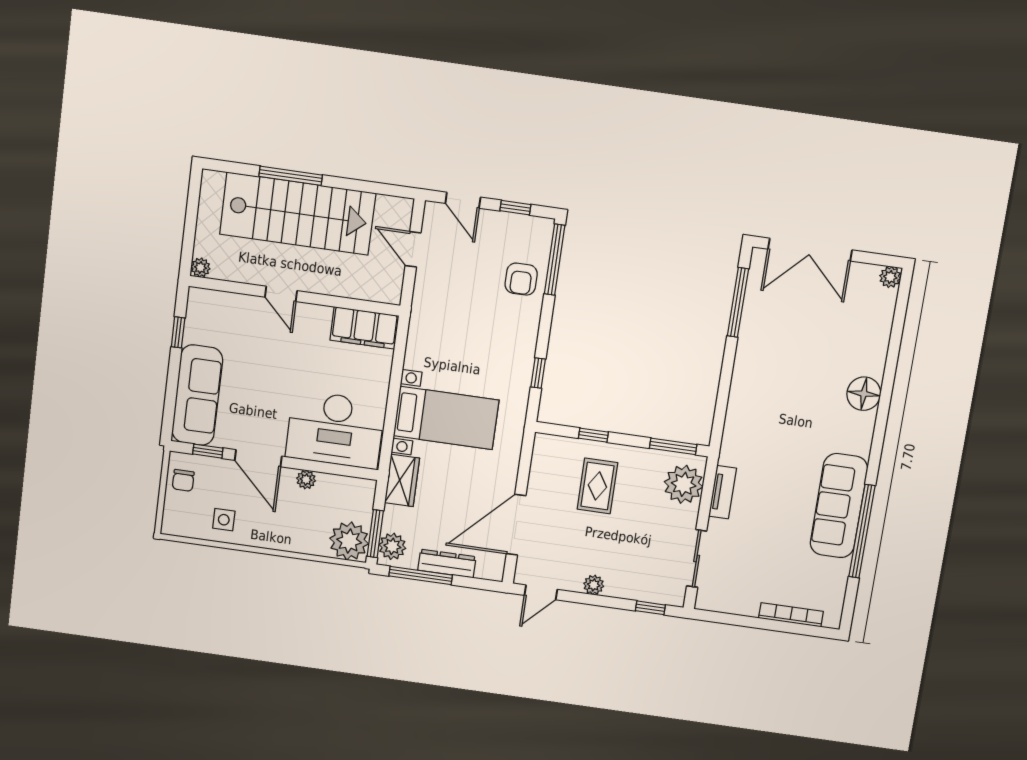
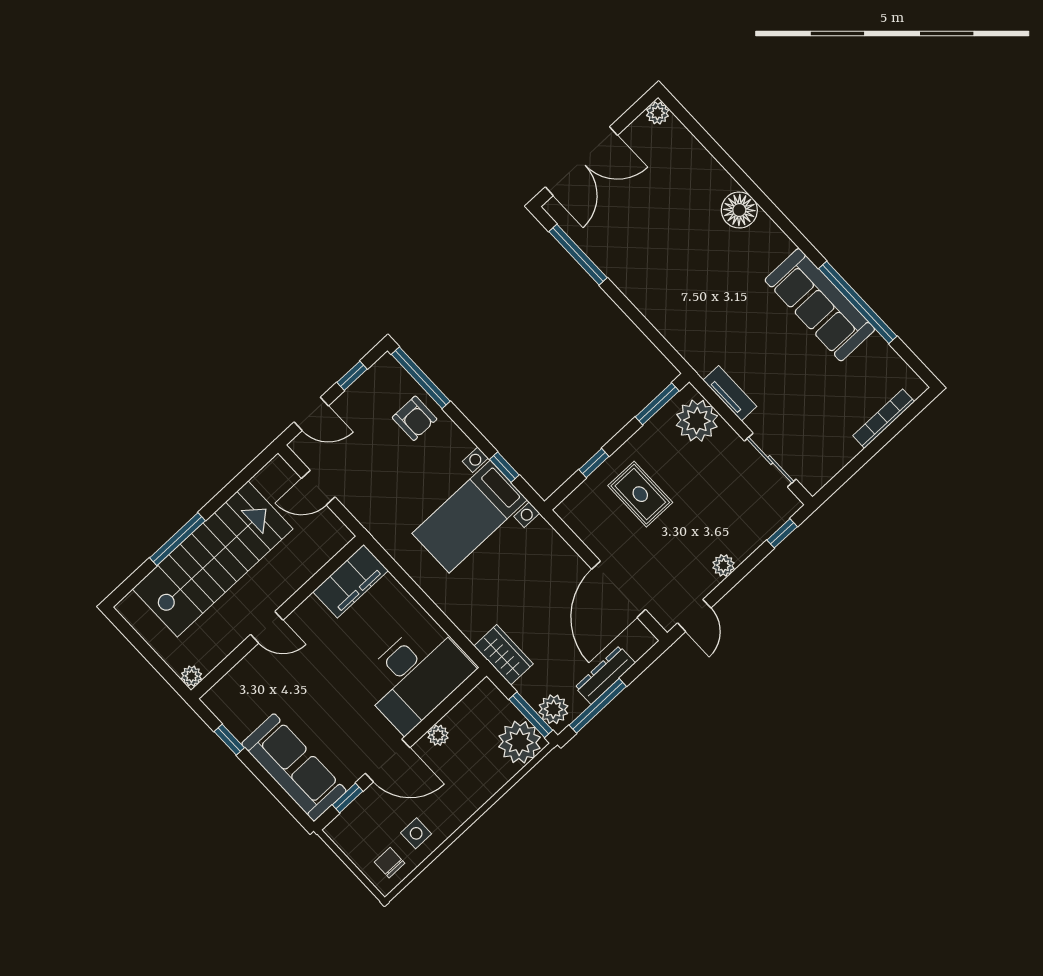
bed with nightstands: (446, 418) -> (470, 517), moved, turned 180
chair: (183, 480) -> (390, 863), moved, turned 180

